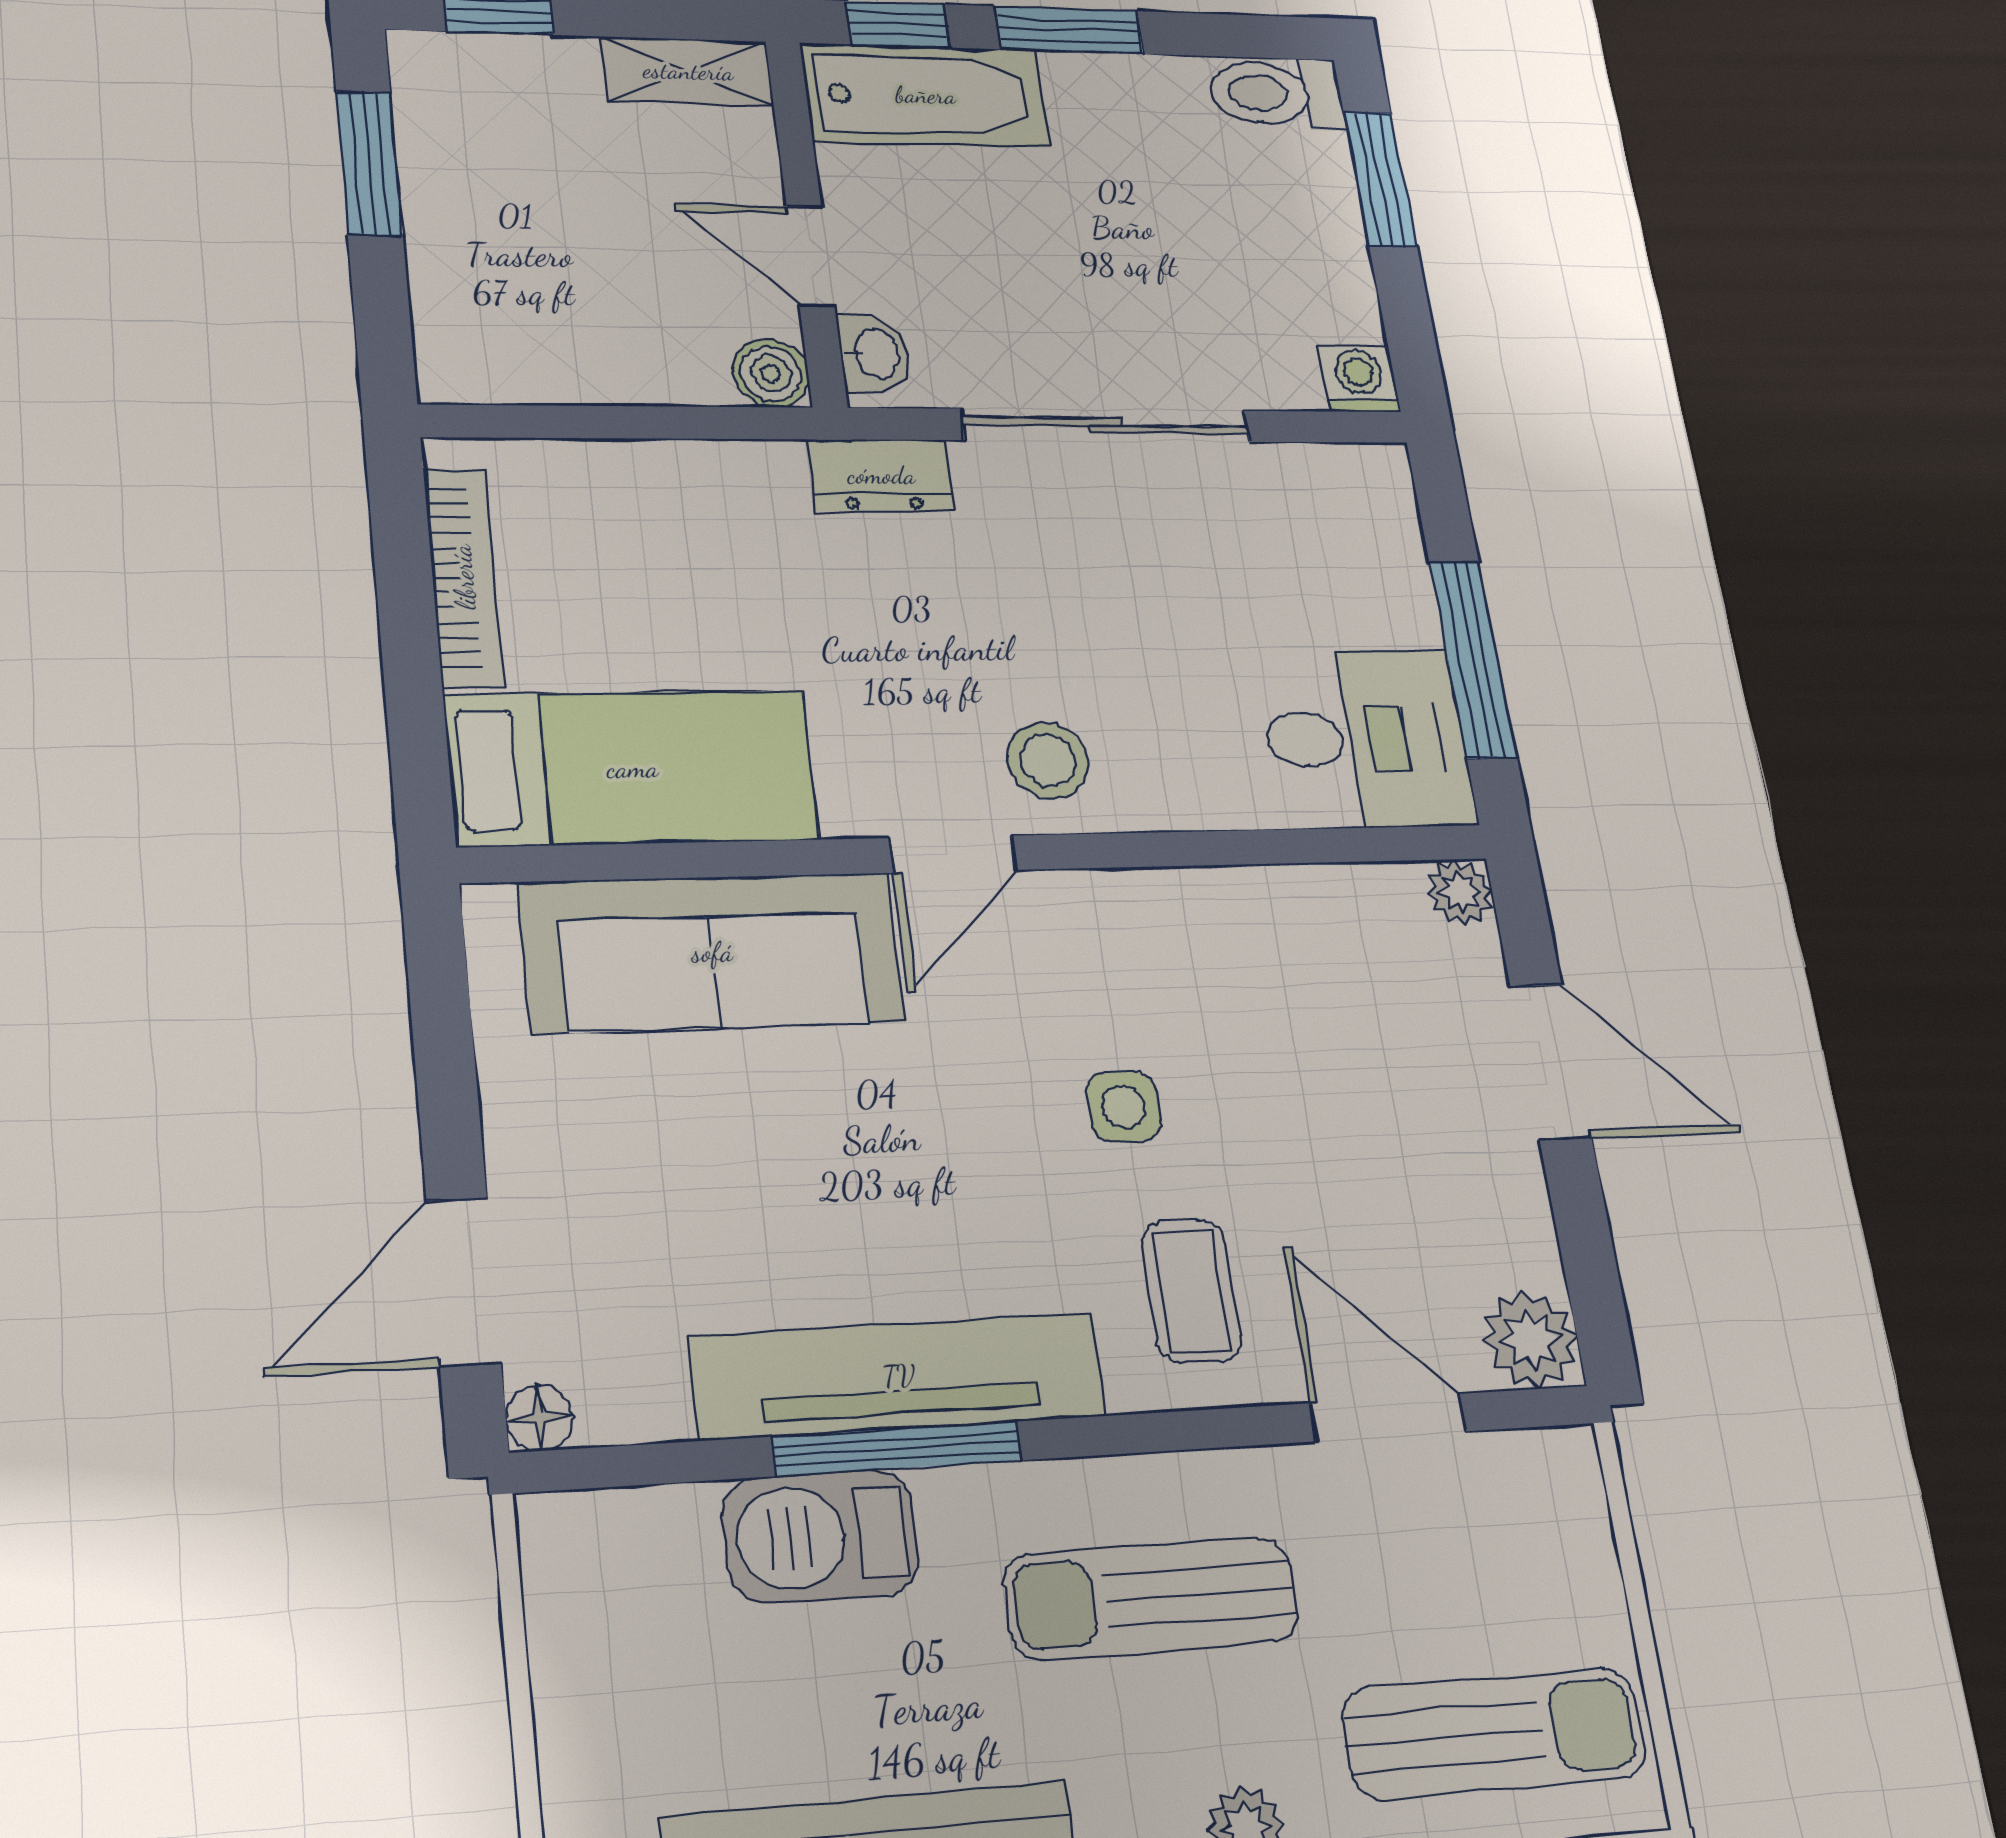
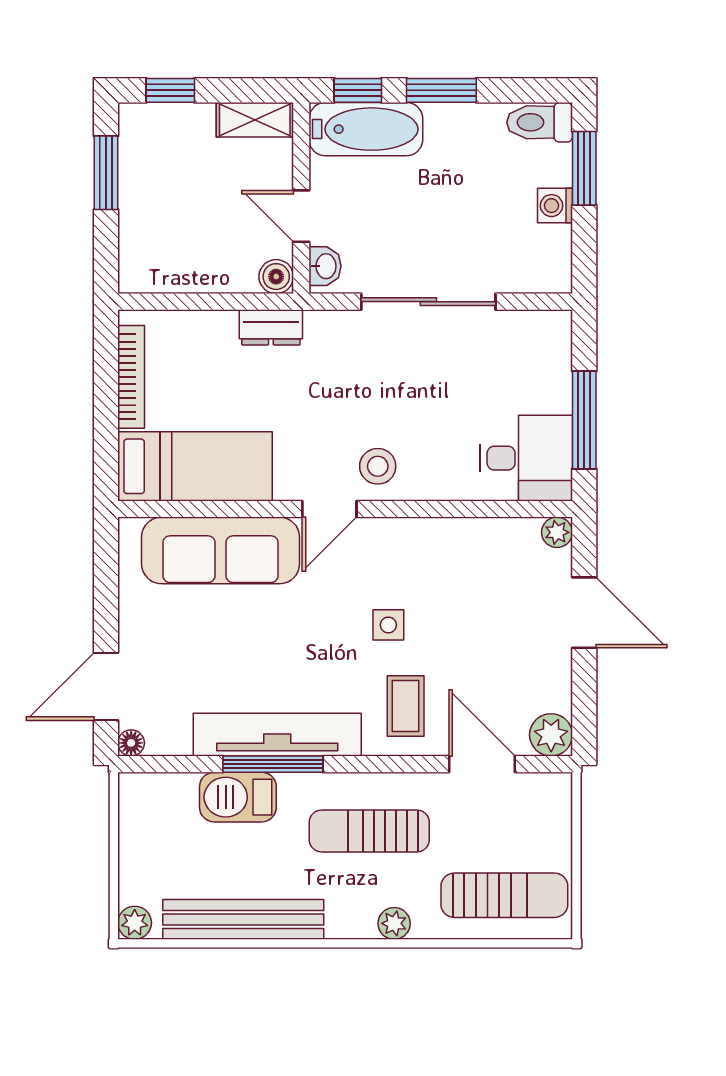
washing machine: (1360, 379) -> (555, 206), moved, turned -90
dresser: (881, 475) -> (271, 327), moved

